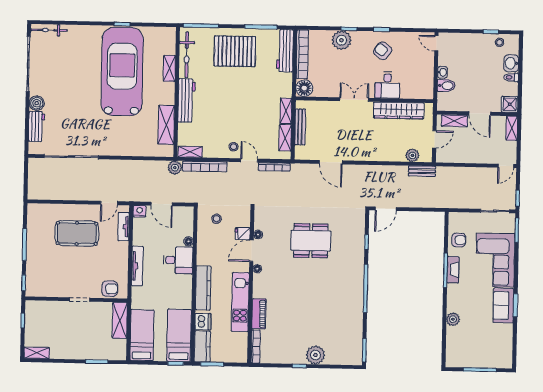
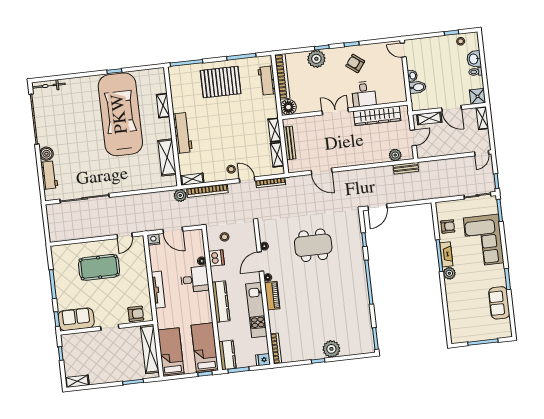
workbench: (285, 51) -> (267, 81), width x0.73
bicycle: (187, 55) -> (177, 91), removed
tv unit: (124, 227) -> (141, 255), removed
fridge: (243, 234) -> (263, 360), moved
sofa: (45, 286) -> (76, 319), added
sofa: (503, 306) -> (499, 303), moved
piano: (259, 314) -> (272, 296), moved
plant: (453, 319) -> (449, 273), moved
shelving: (120, 320) -> (150, 349), width x1.47
dishwasher: (203, 322) -> (216, 258), moved

